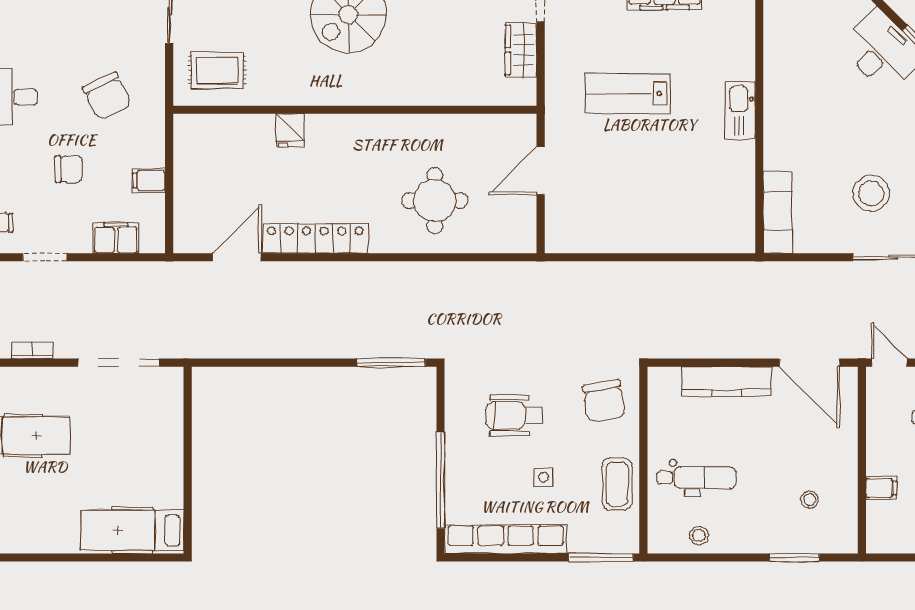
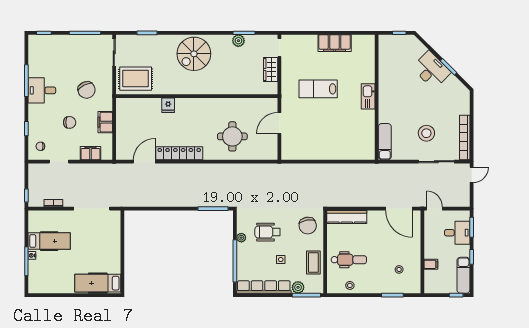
rug: (217, 70) -> (136, 79), width x1.36, depth x1.43
filing cabinet: (149, 180) -> (105, 122), width x2.00
kitchen counter: (727, 381) -> (347, 217), moved
plant: (455, 428) -> (241, 238), added
plant: (583, 540) -> (298, 287), added

